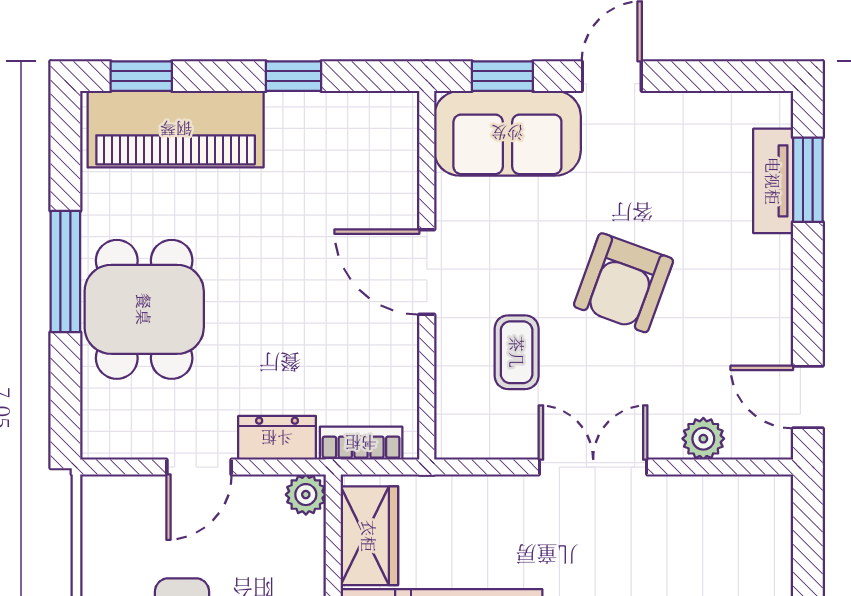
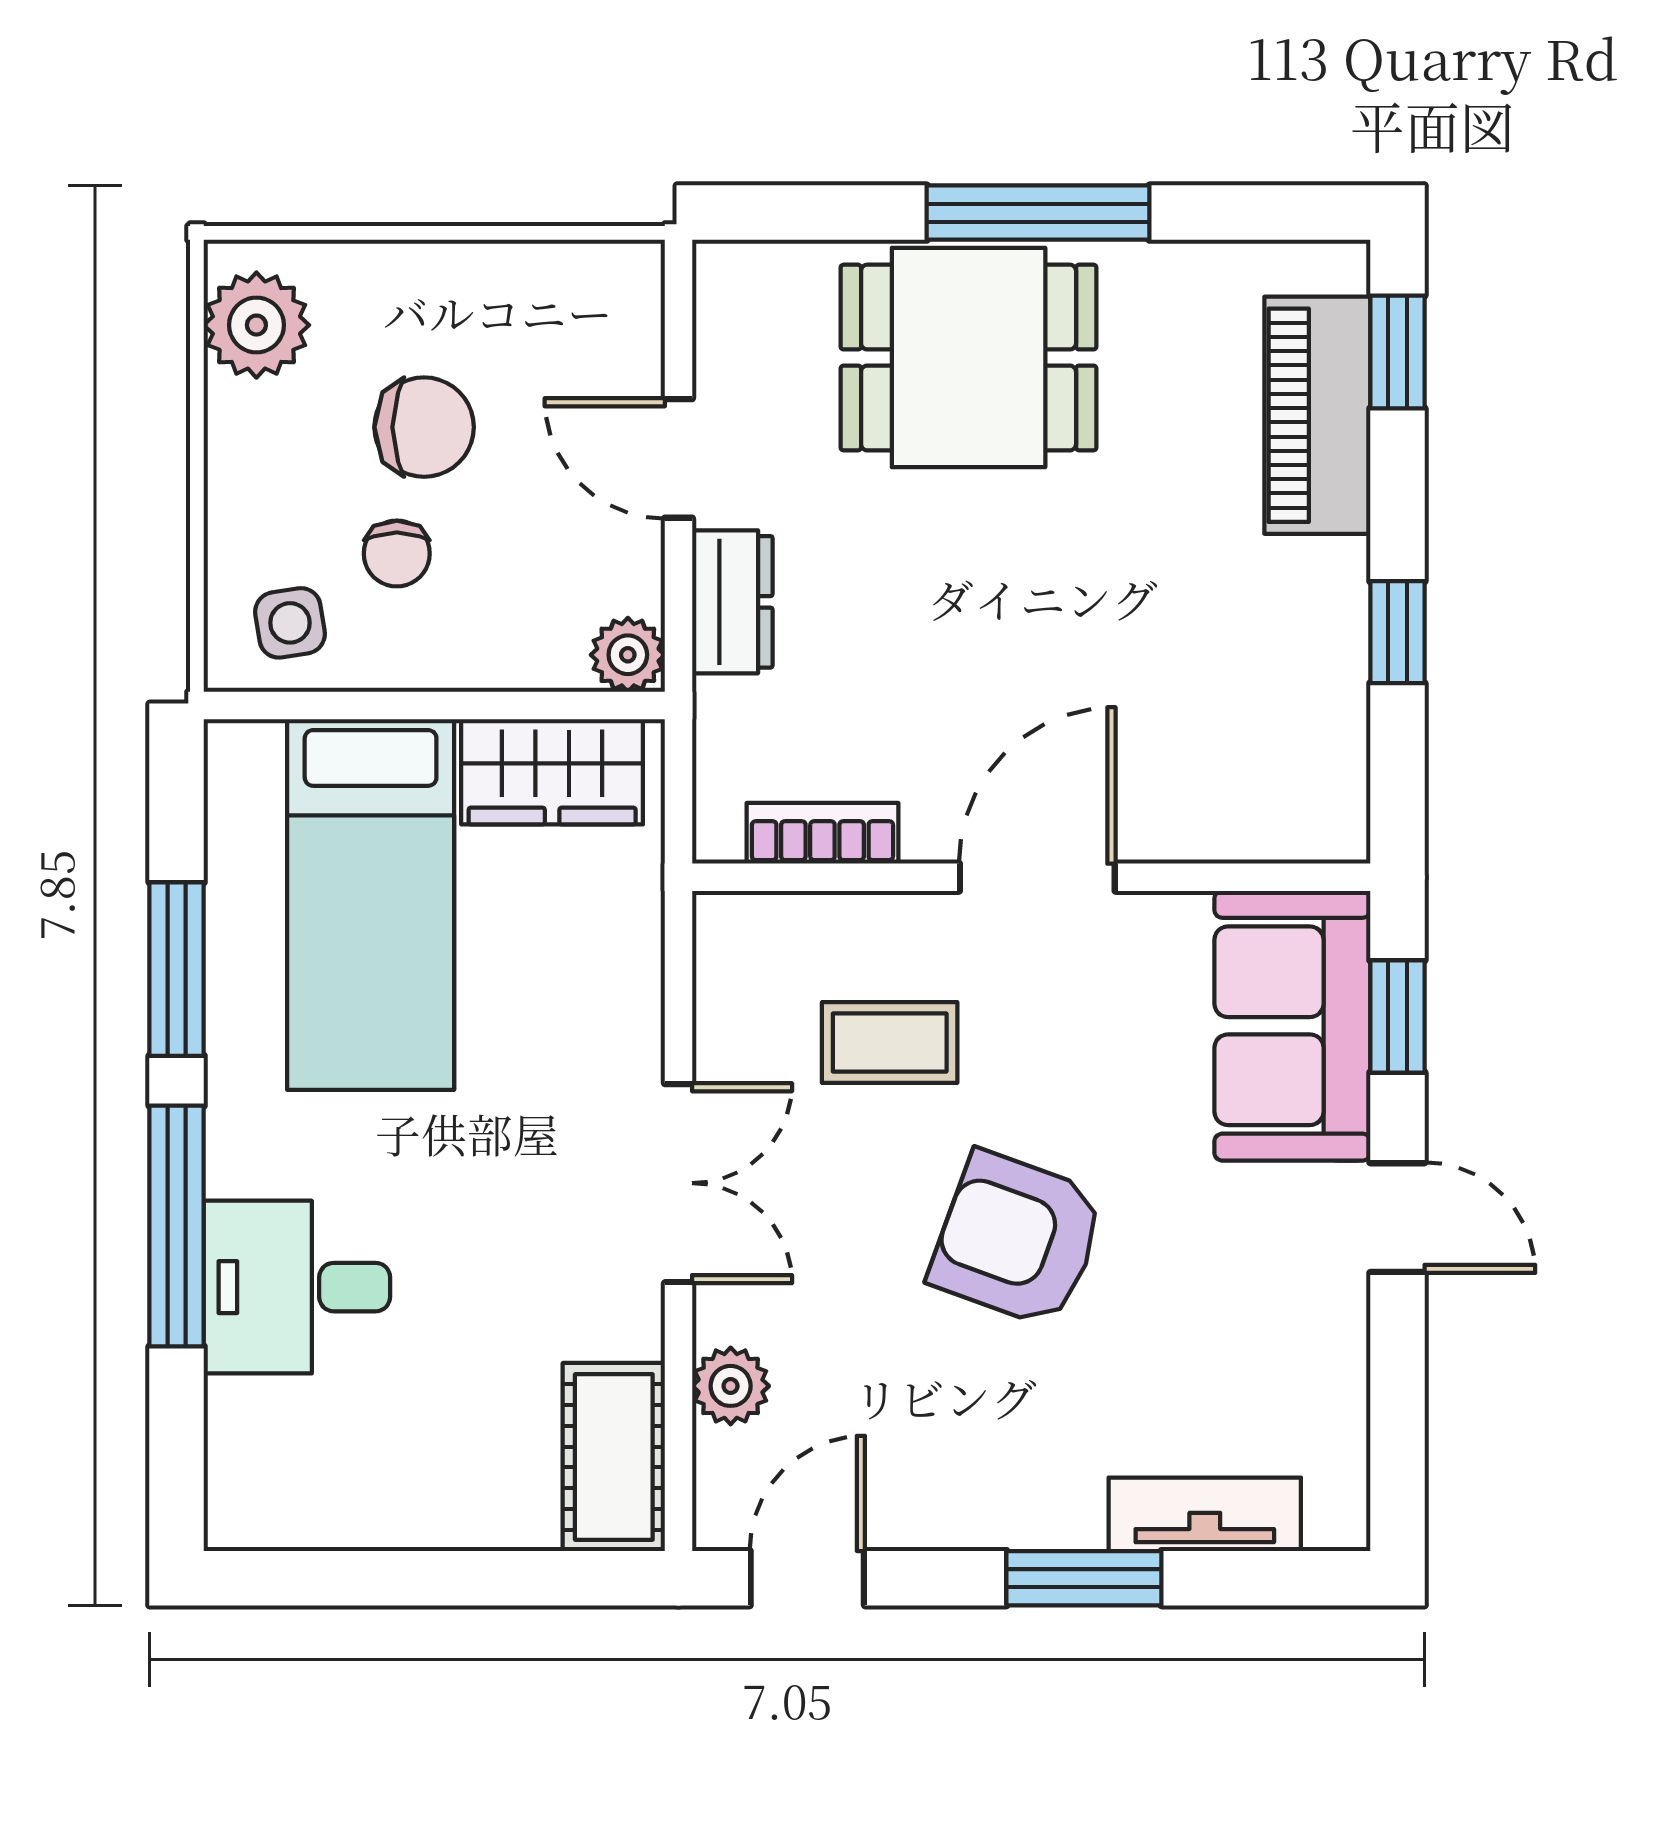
piano: (176, 129) -> (1317, 415), width x0.73, depth x0.75
window: (808, 180) -> (1084, 1578), moved
bookcase: (361, 443) -> (822, 833), moved, turned -90
cot: (742, 502) -> (614, 1457), added

